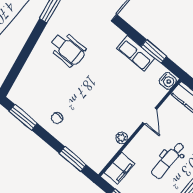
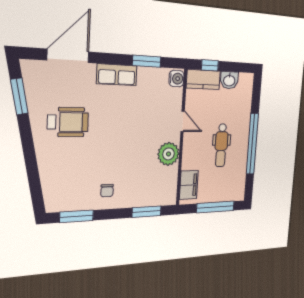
row of seats: (136, 53) -> (117, 75), moved
plant: (122, 138) -> (169, 154), width x1.88, depth x1.88

